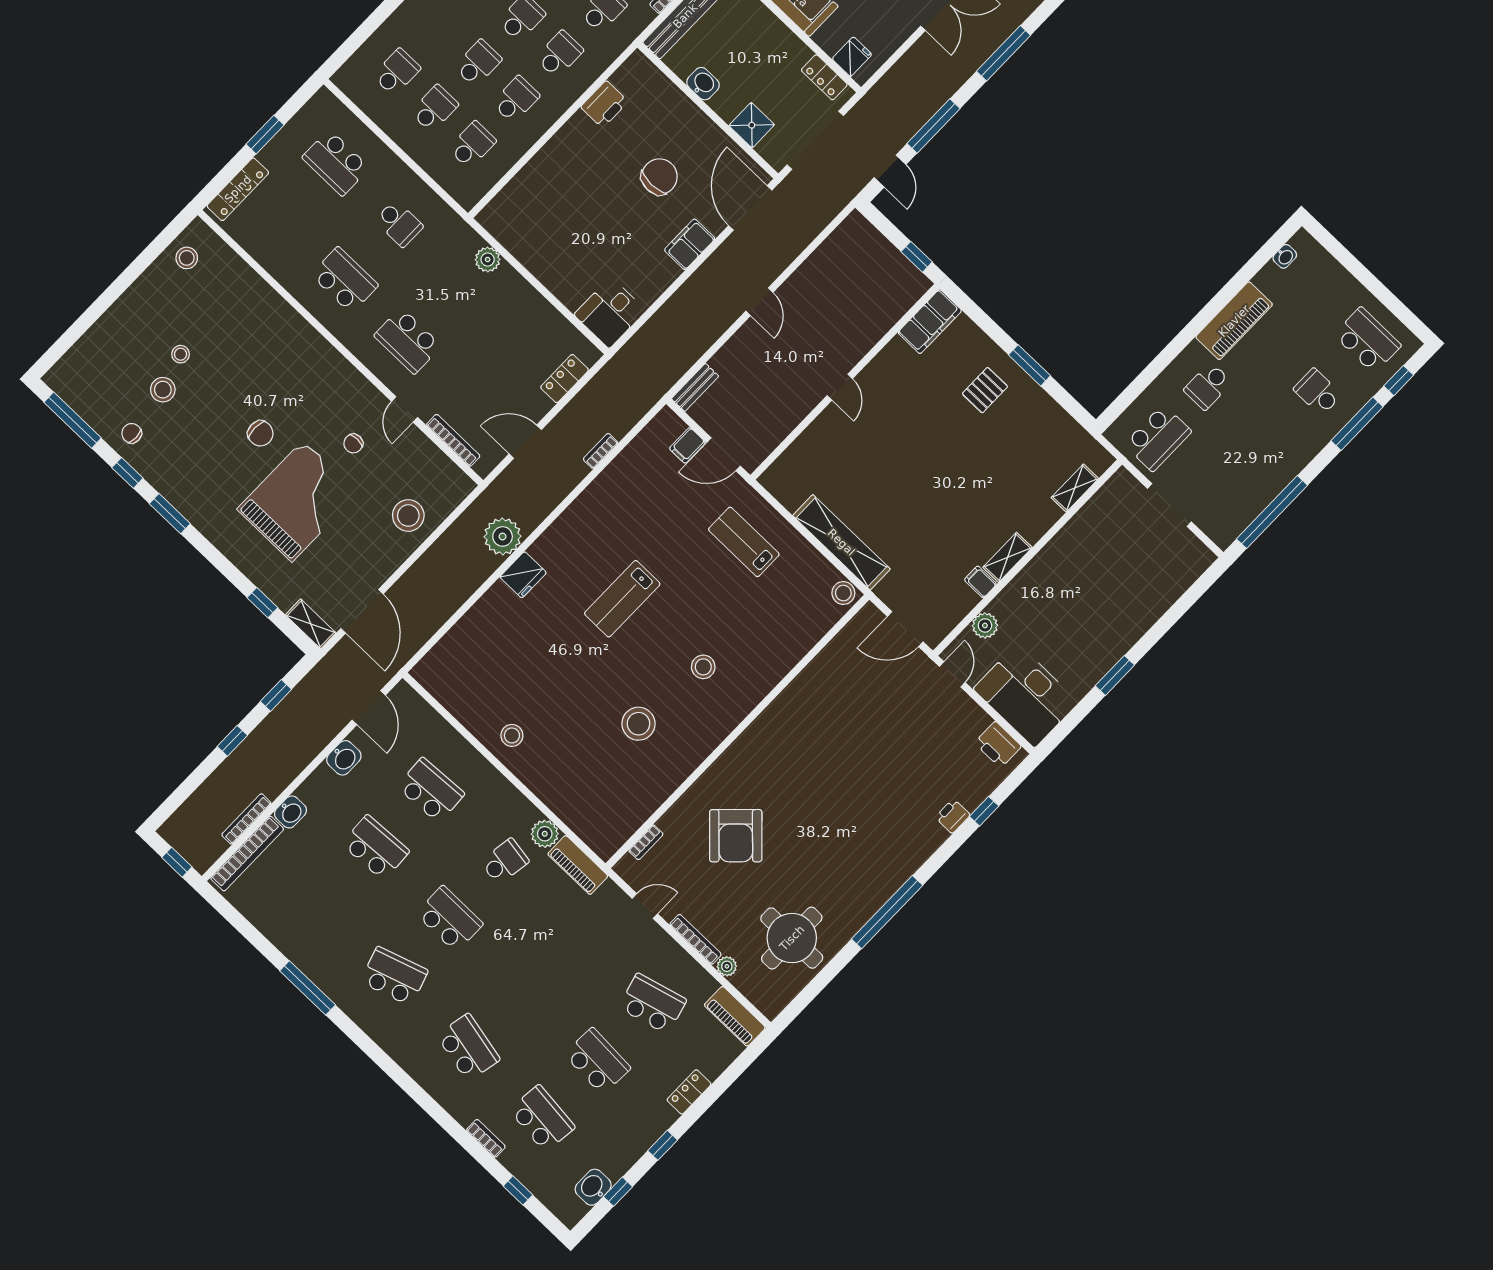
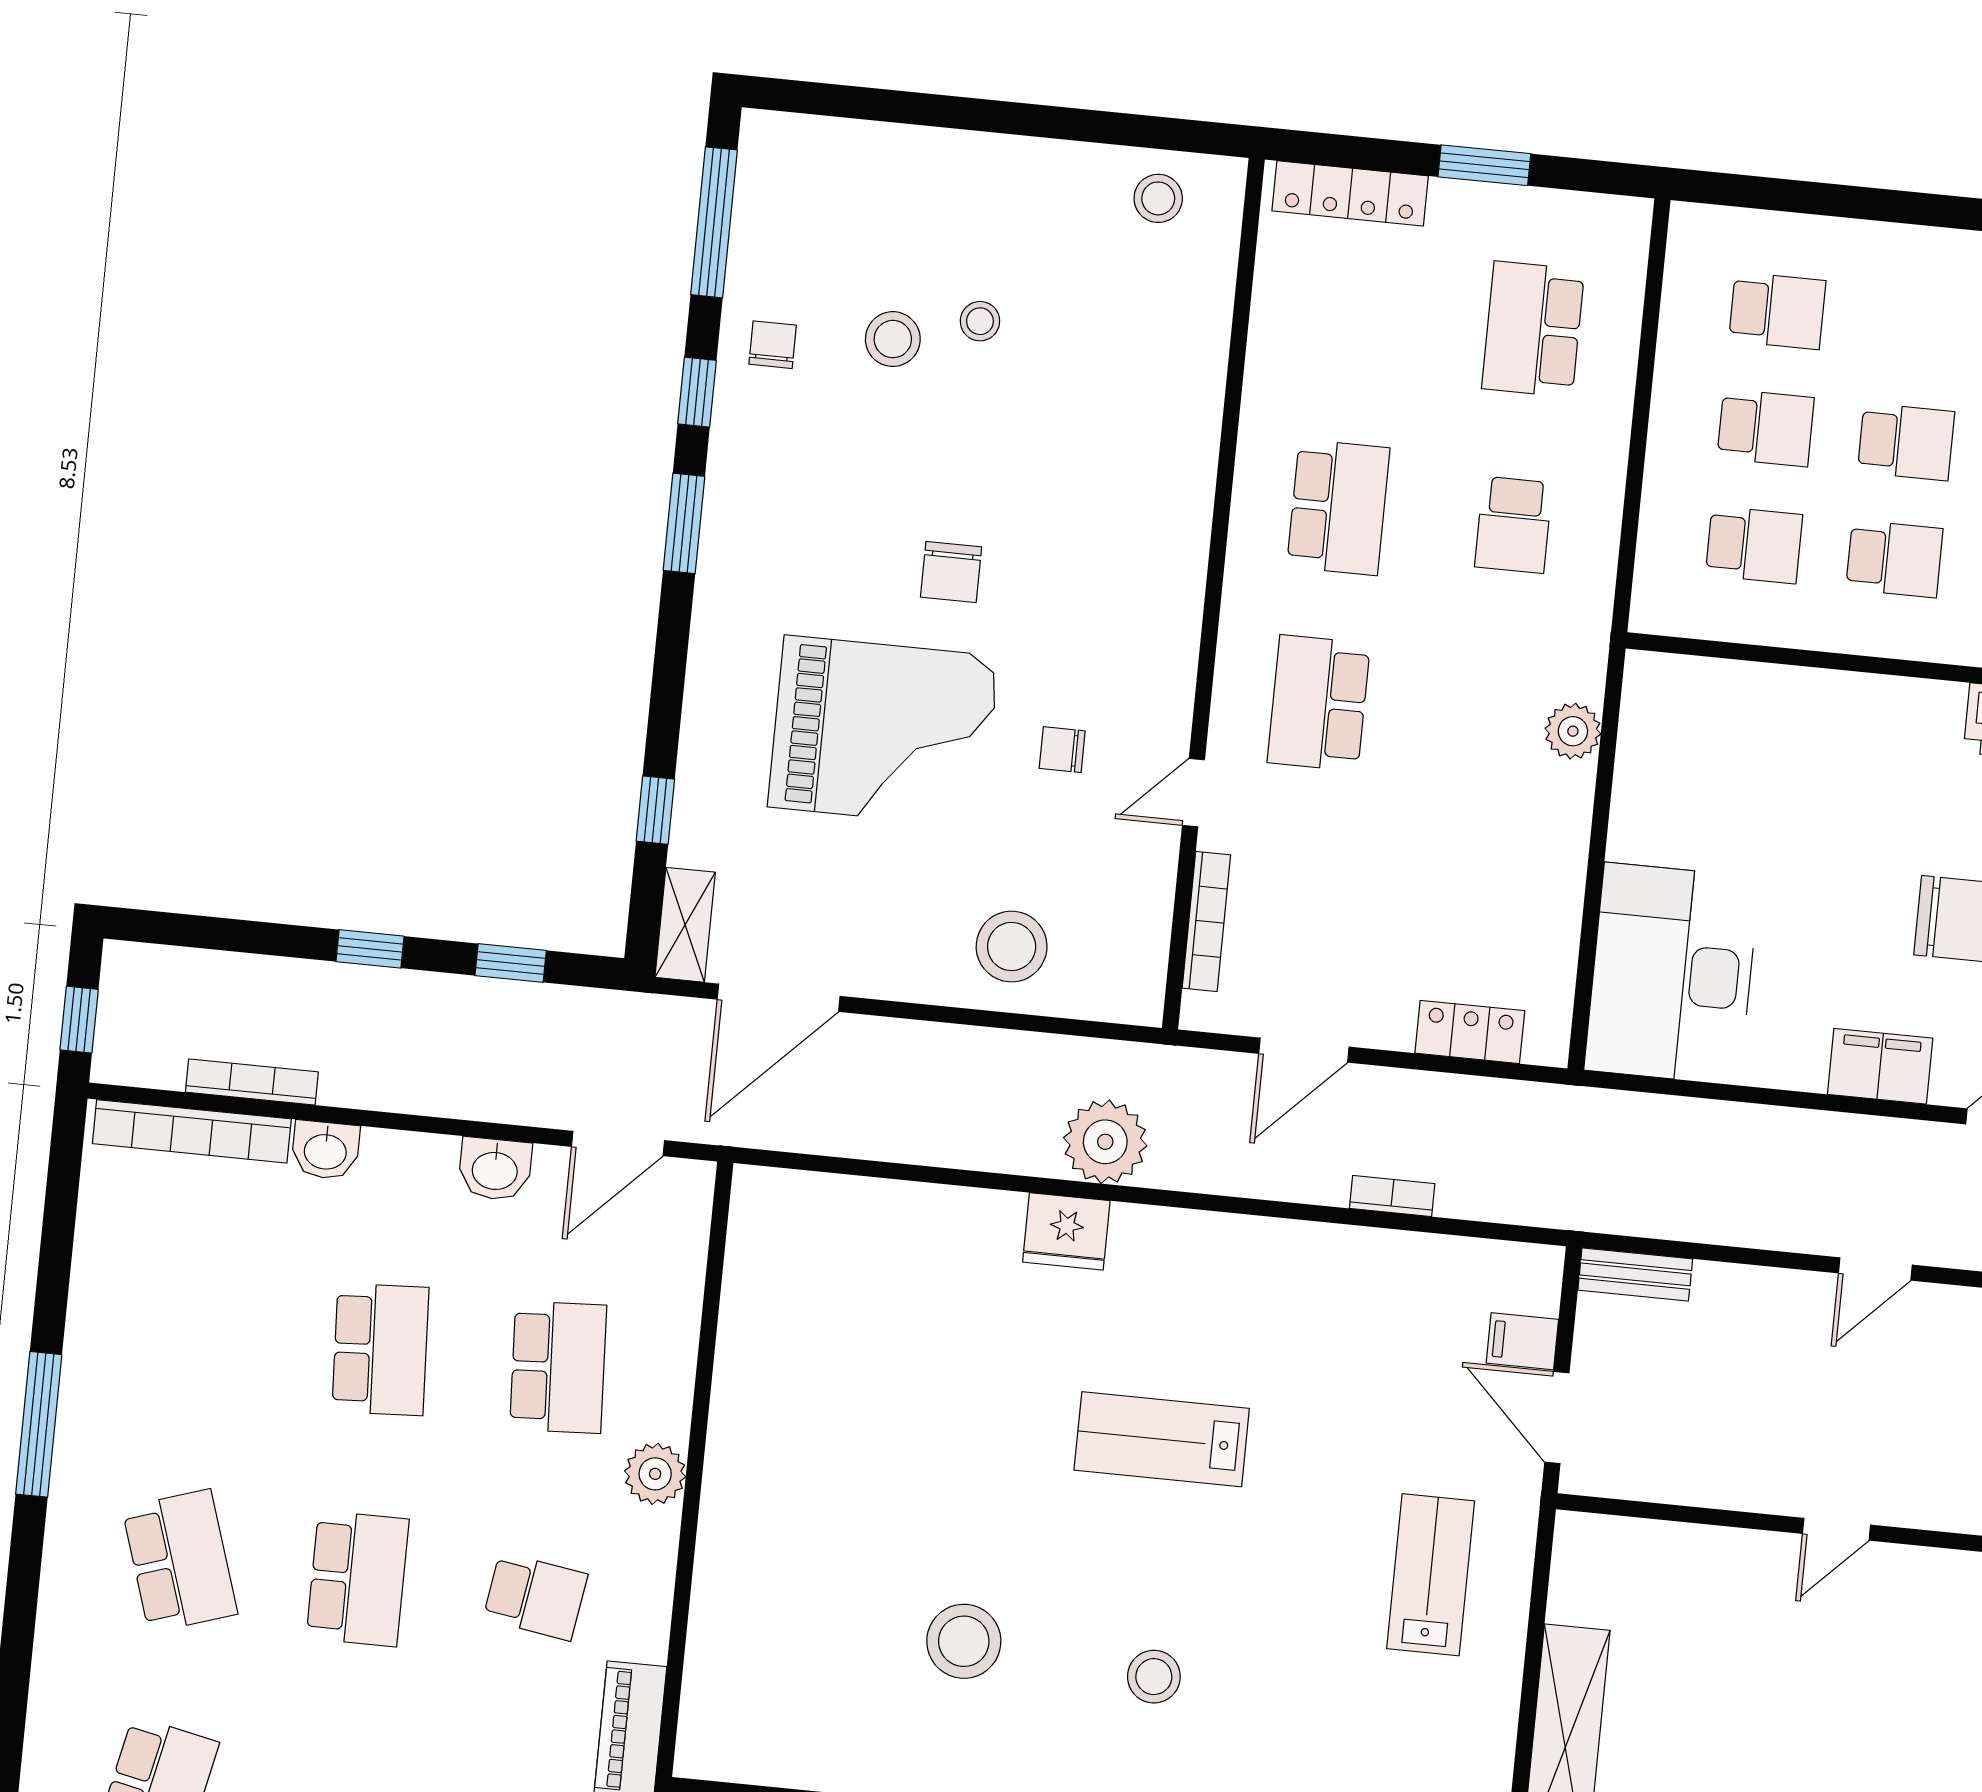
desk: (610, 313) -> (1672, 974), width x1.87, depth x1.30
door: (525, 442) -> (1304, 1050), swing flipped
stool: (512, 735) -> (768, 1434), removed
plant: (545, 834) -> (655, 1474), moved

